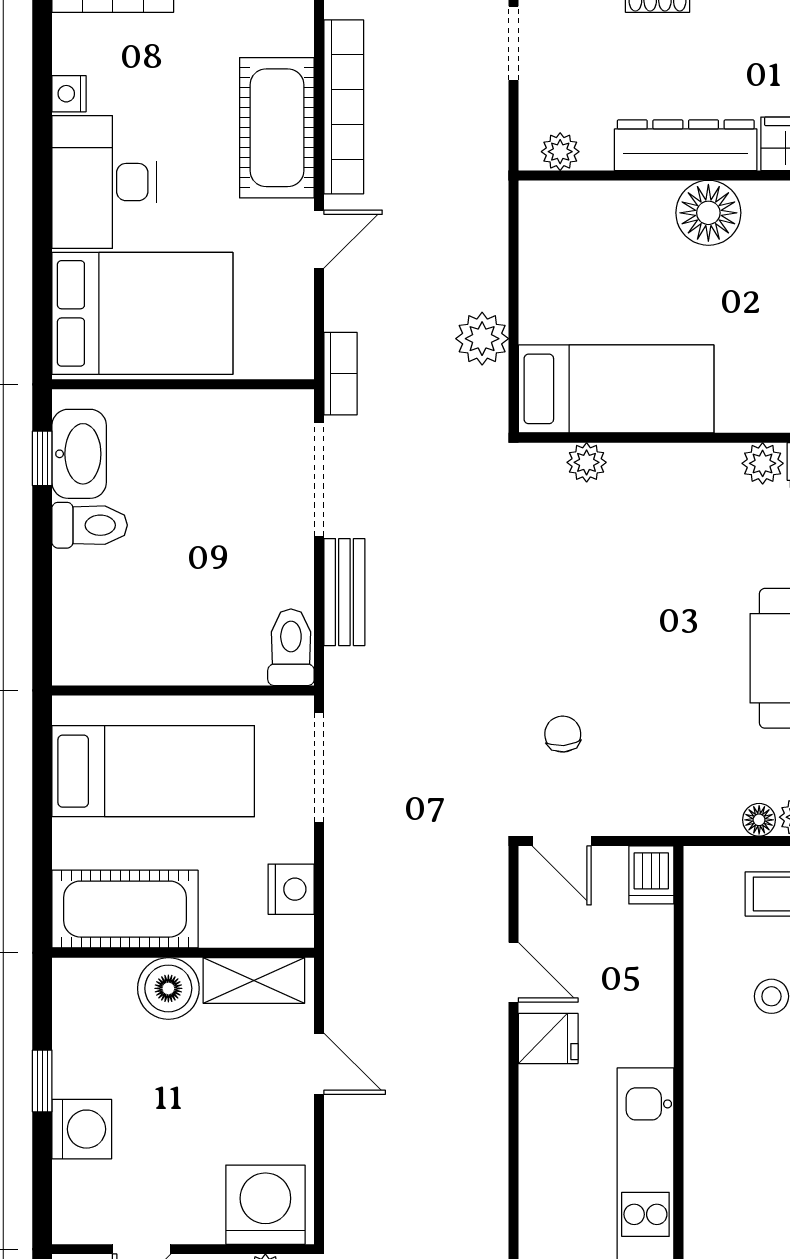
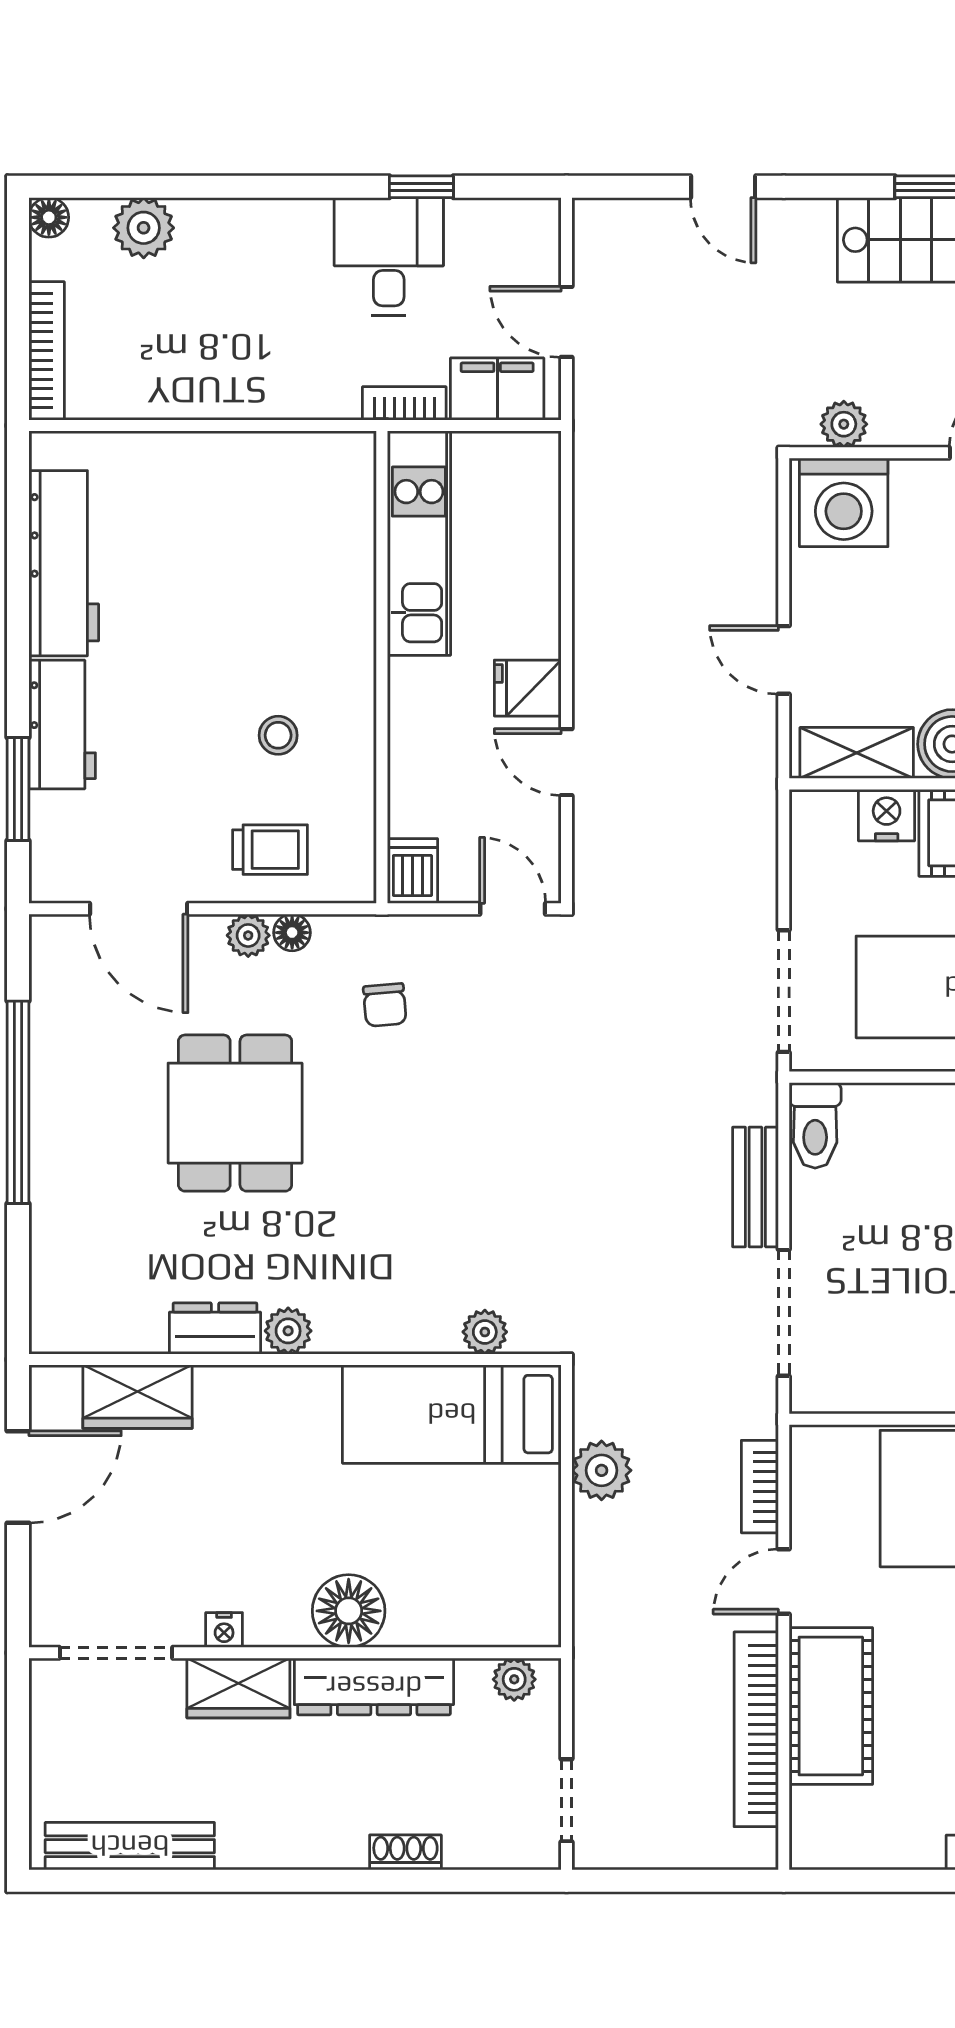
bookcase: (341, 374) -> (760, 1487), moved
chair: (563, 734) -> (385, 1005), moved
nightstand: (291, 889) -> (887, 815), moved, turned 90

